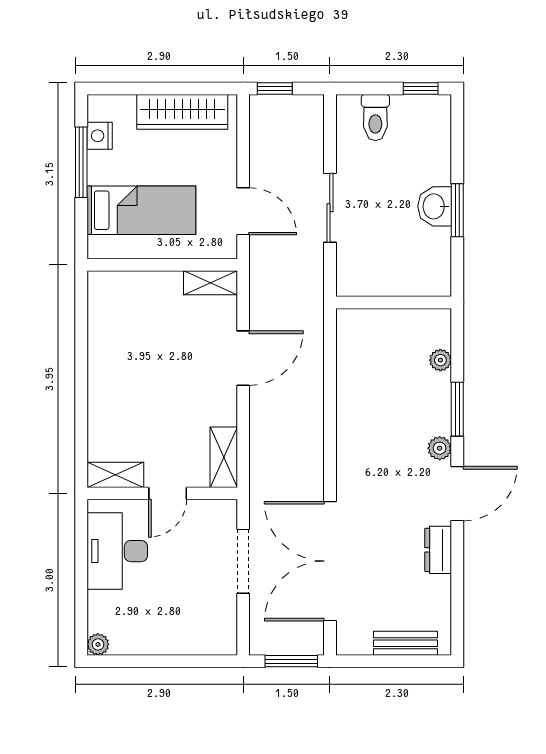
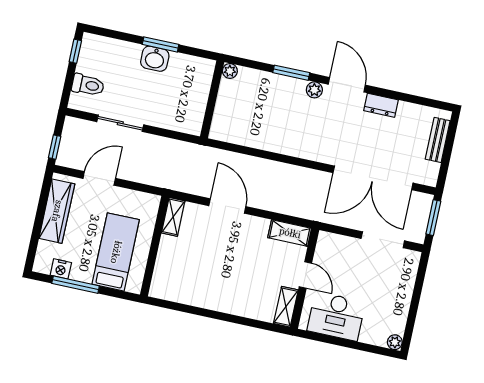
sliding door: (330, 208) -> (120, 123), moved
door: (243, 211) -> (99, 178), moved
plant: (440, 360) -> (230, 71), moved
doorway: (243, 561) -> (383, 240), moved

